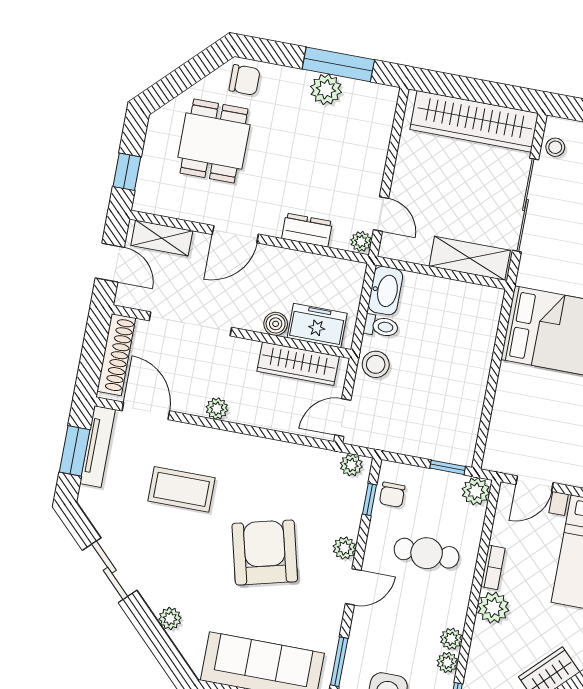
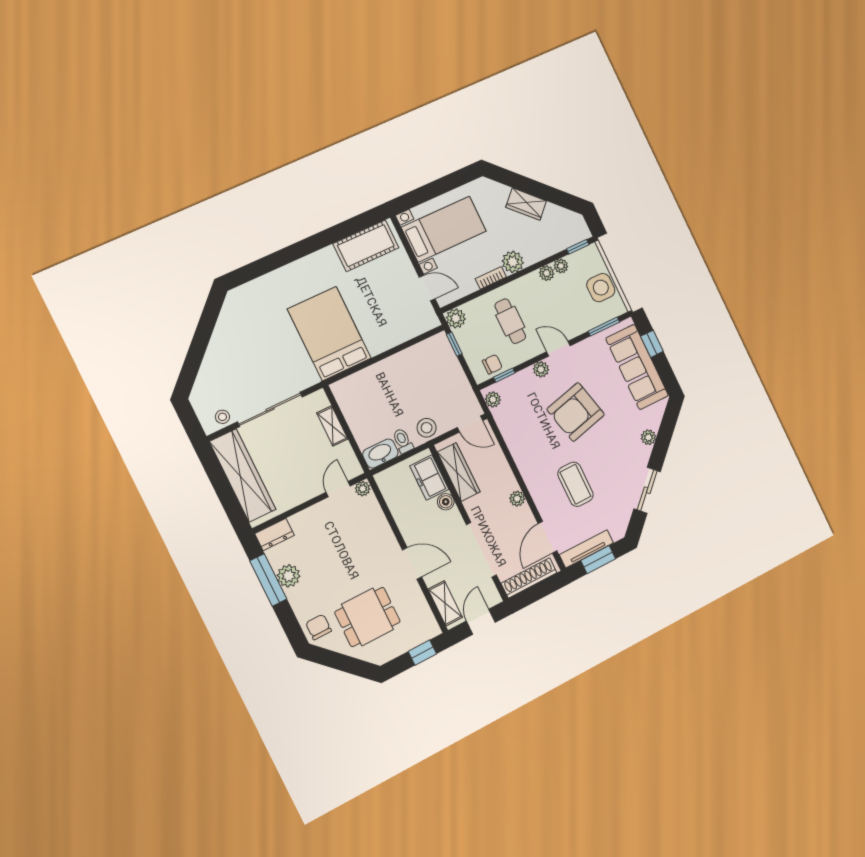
dresser: (307, 230) -> (275, 534), moved, turned -90
shelving: (470, 258) -> (332, 426), width x0.67, depth x0.75

